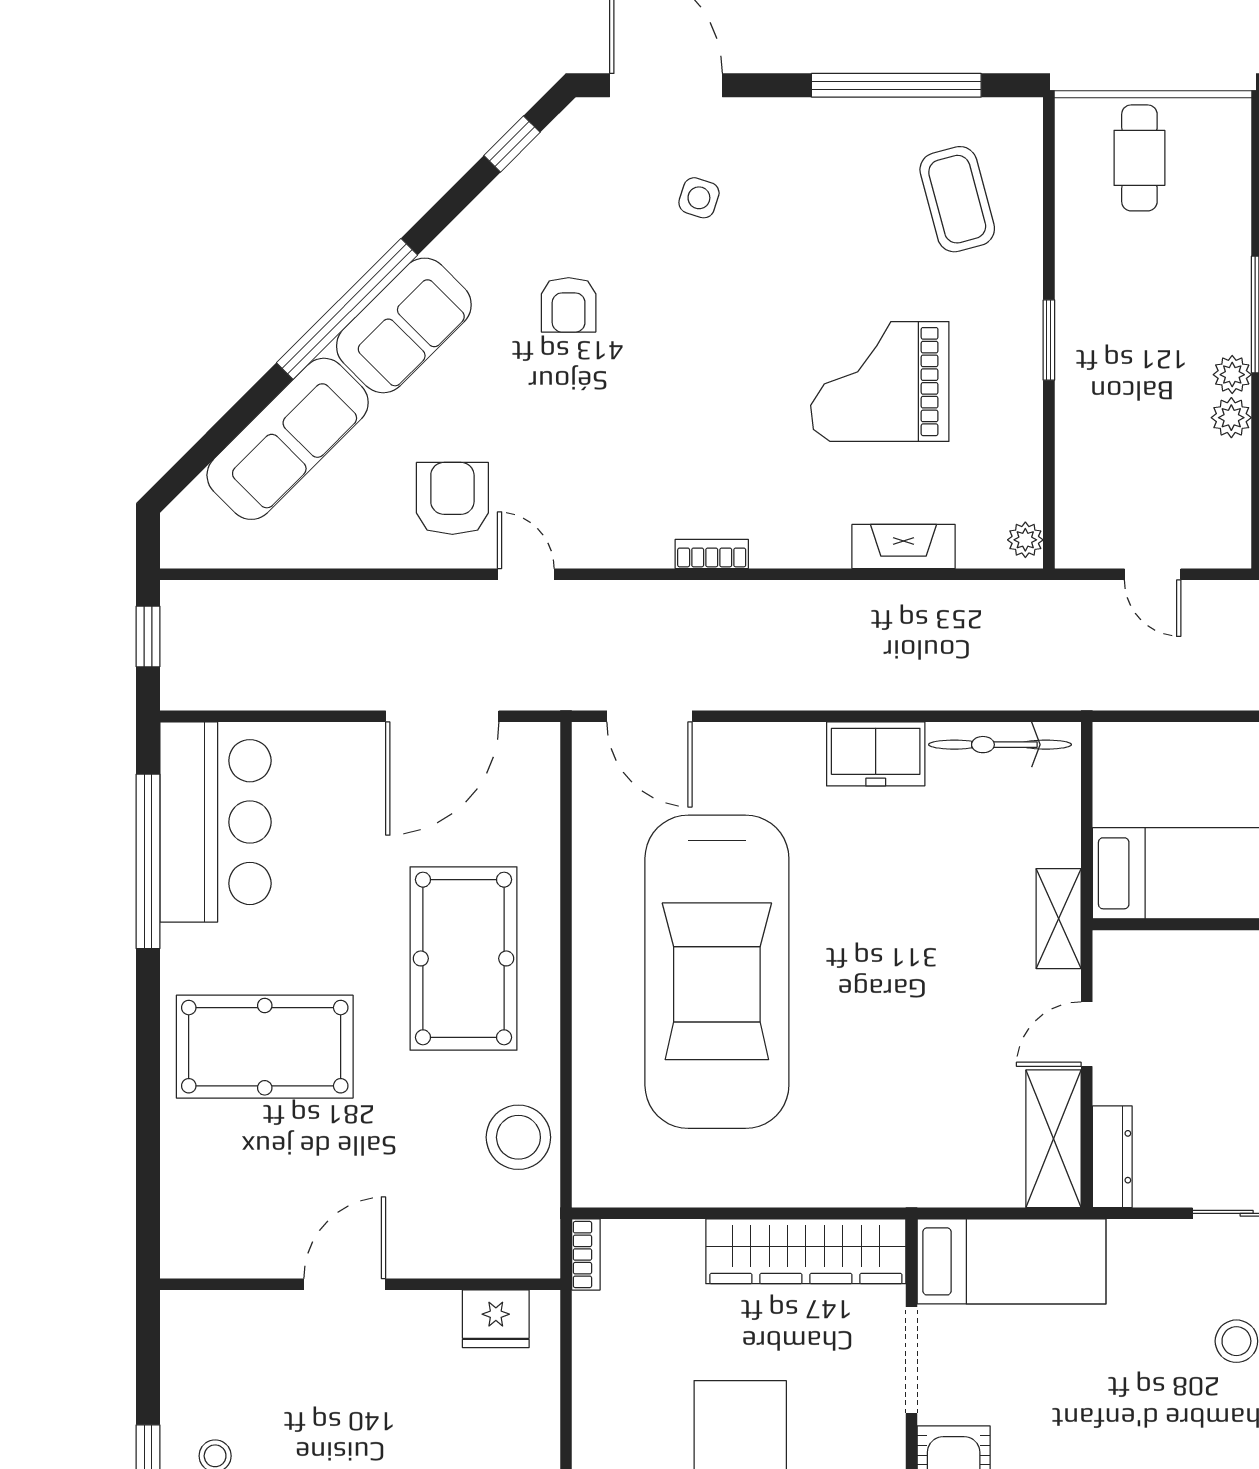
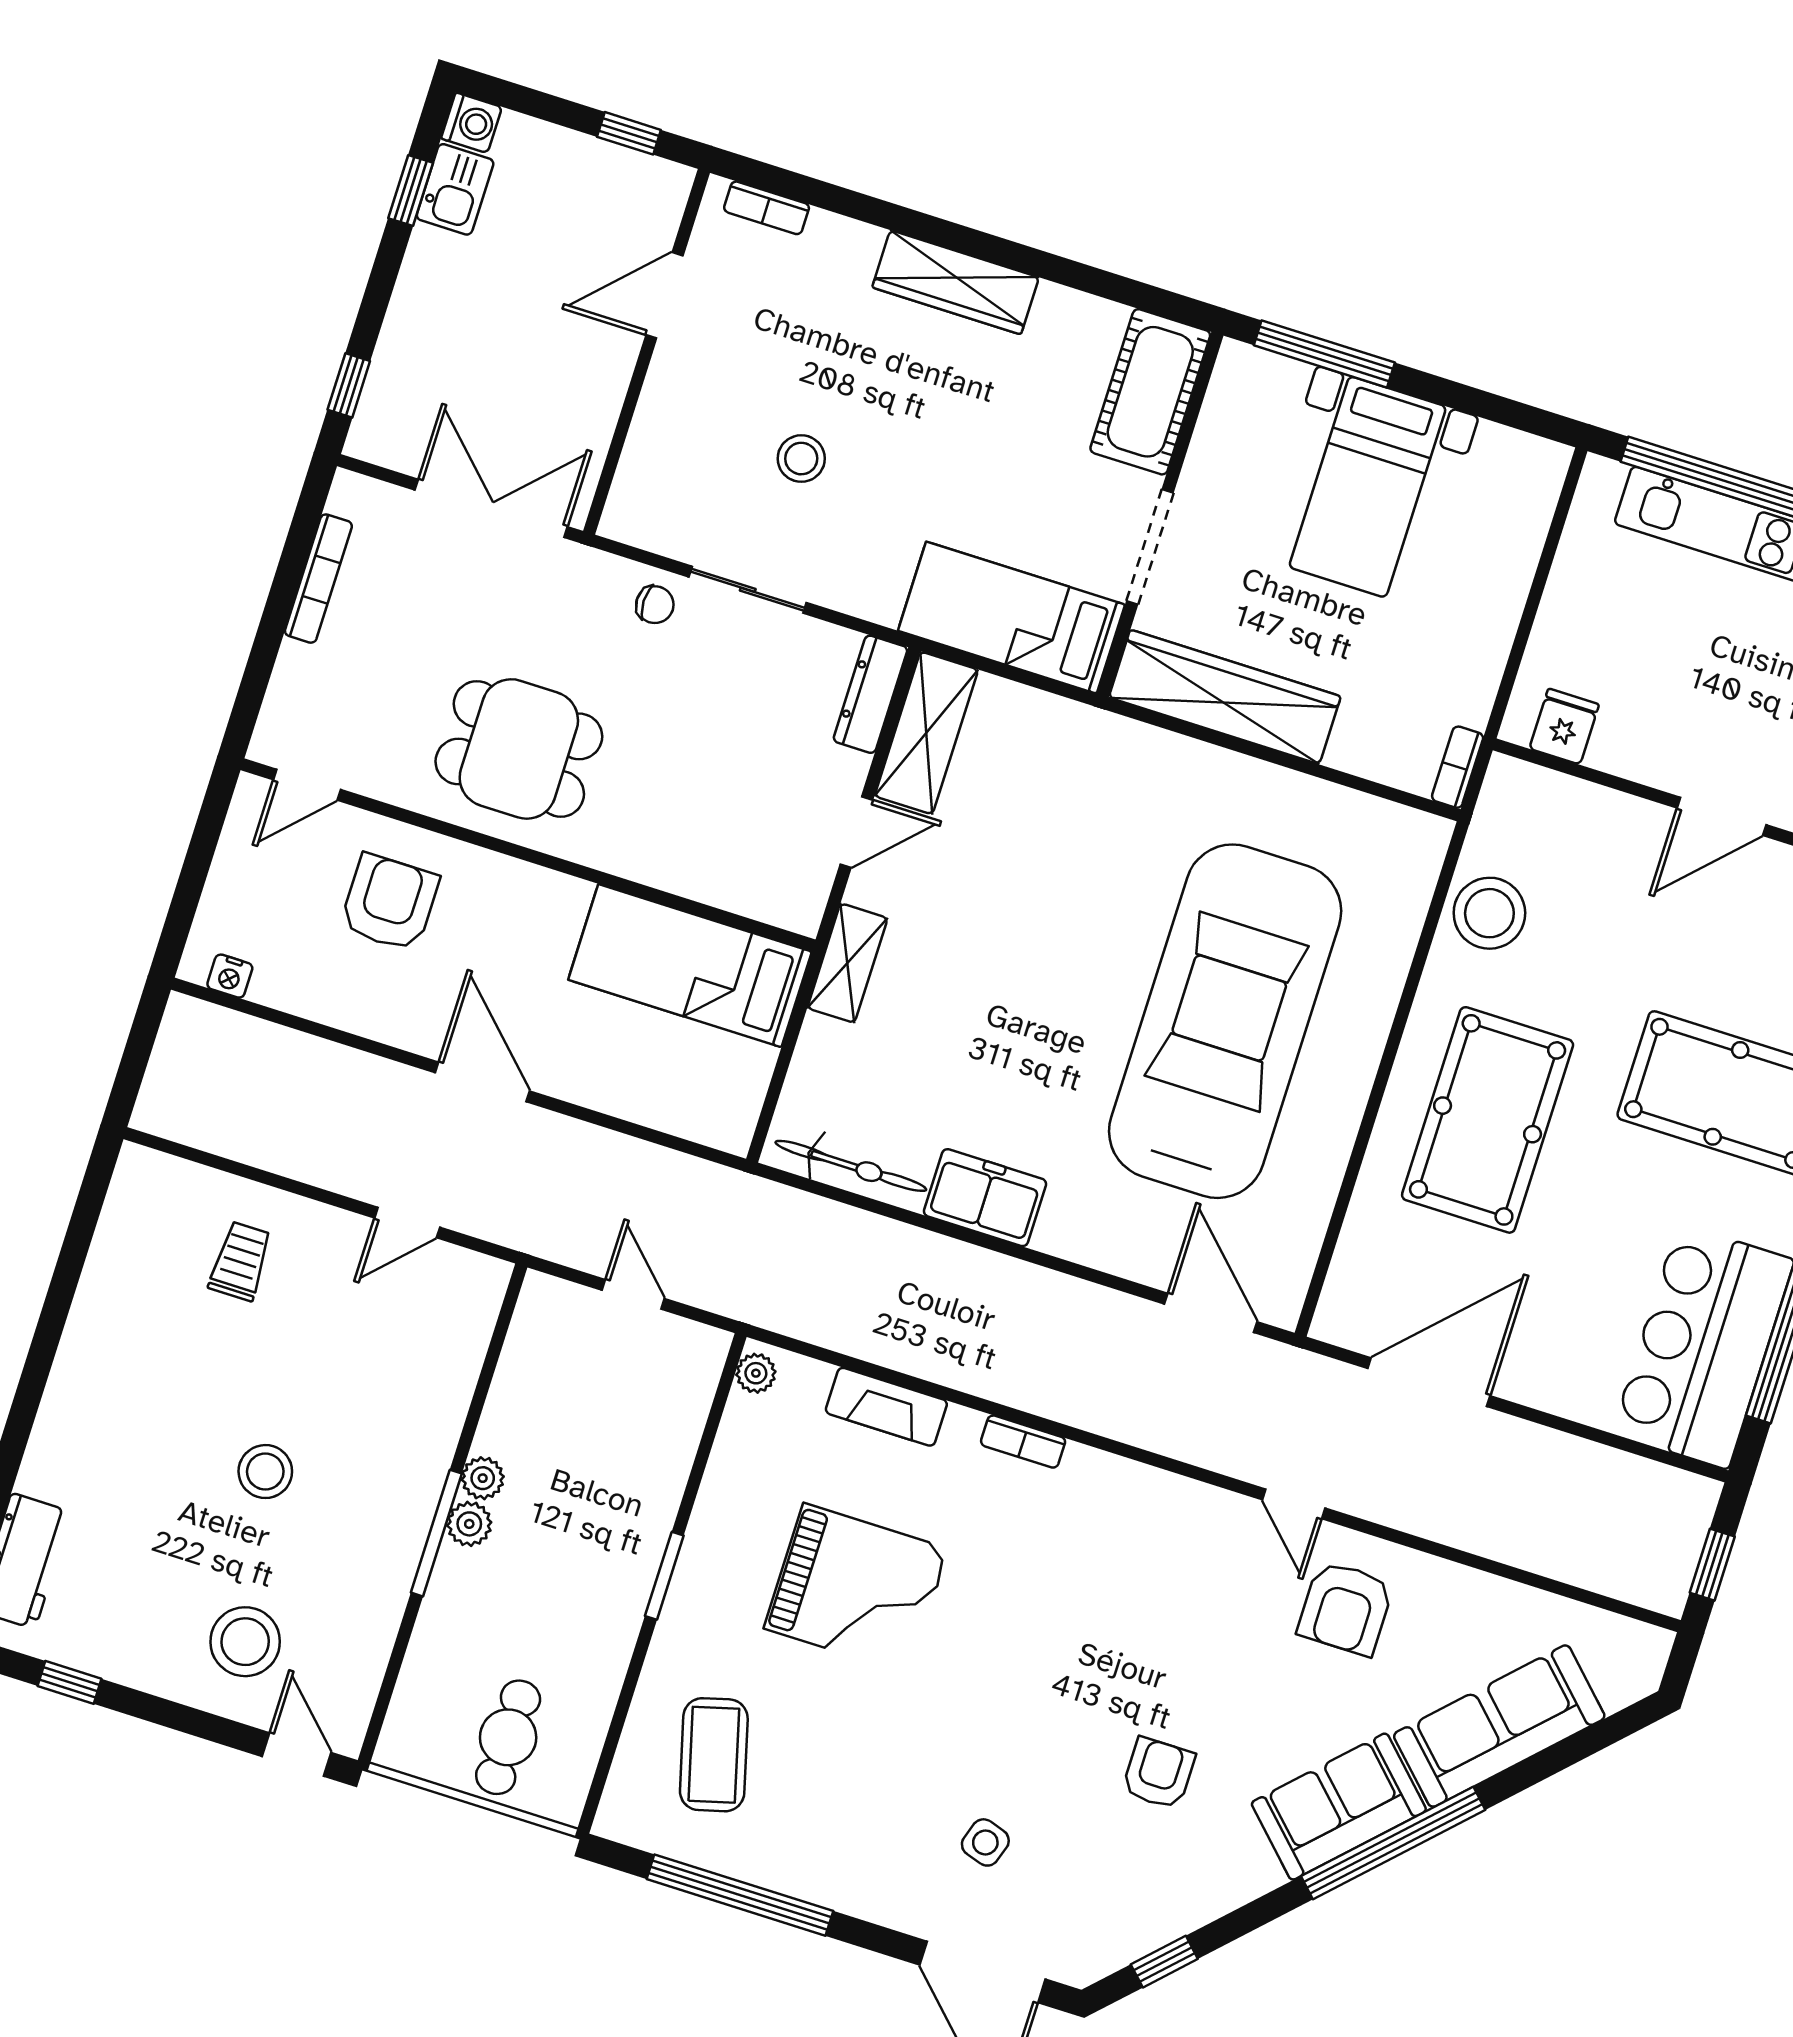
plant: (1231, 418) -> (469, 1524), moved
bookcase: (712, 554) -> (1023, 1442), moved
fridge: (496, 1319) -> (1564, 726), width x0.72

